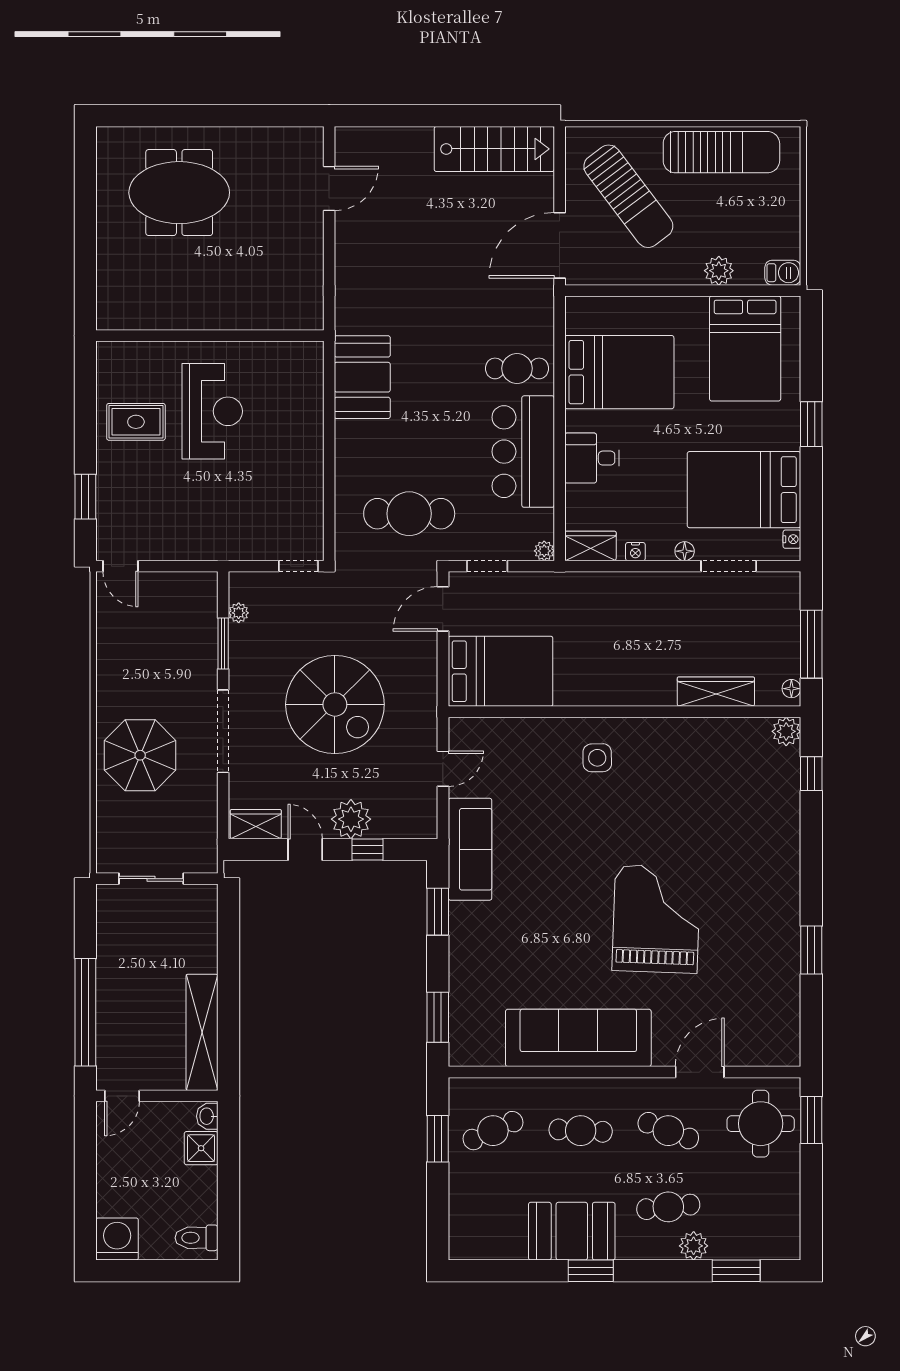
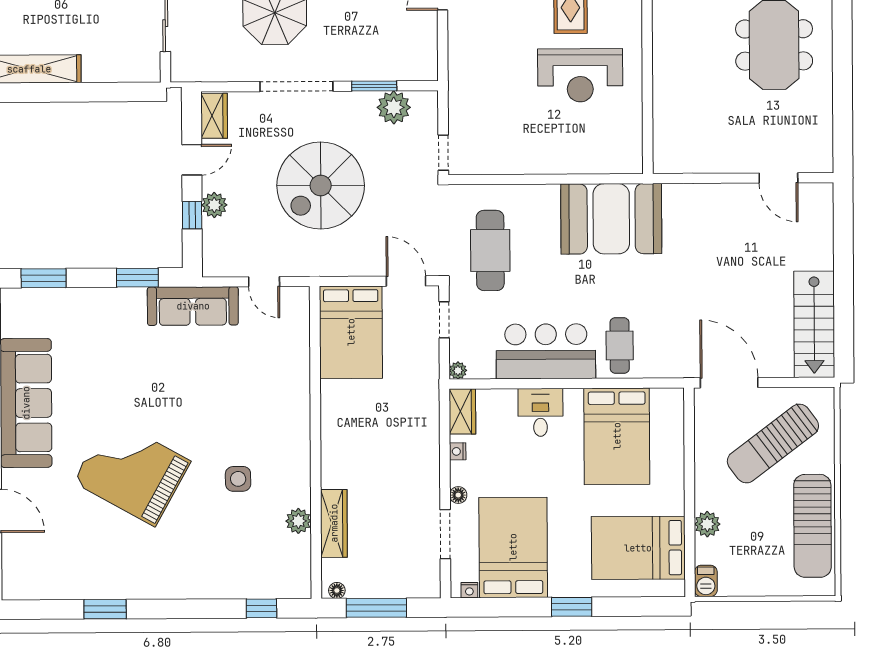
booth: (362, 377) -> (611, 219), width x1.36, depth x1.42
plant: (239, 613) -> (394, 107), width x1.87, depth x1.87
plant: (786, 731) -> (298, 521), moved
side table: (597, 758) -> (238, 479), moved
plant: (351, 819) -> (214, 205), width x0.73, depth x0.73
grand piano: (656, 919) -> (132, 472), turned -153

